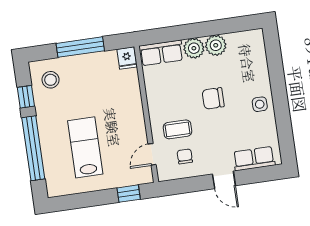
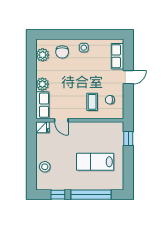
plant: (216, 45) -> (43, 55), moved
window: (80, 47) -> (31, 156), removed
stool: (51, 80) -> (45, 167), moved
chair: (213, 98) -> (62, 52), moved
door: (152, 154) -> (61, 120), moved

